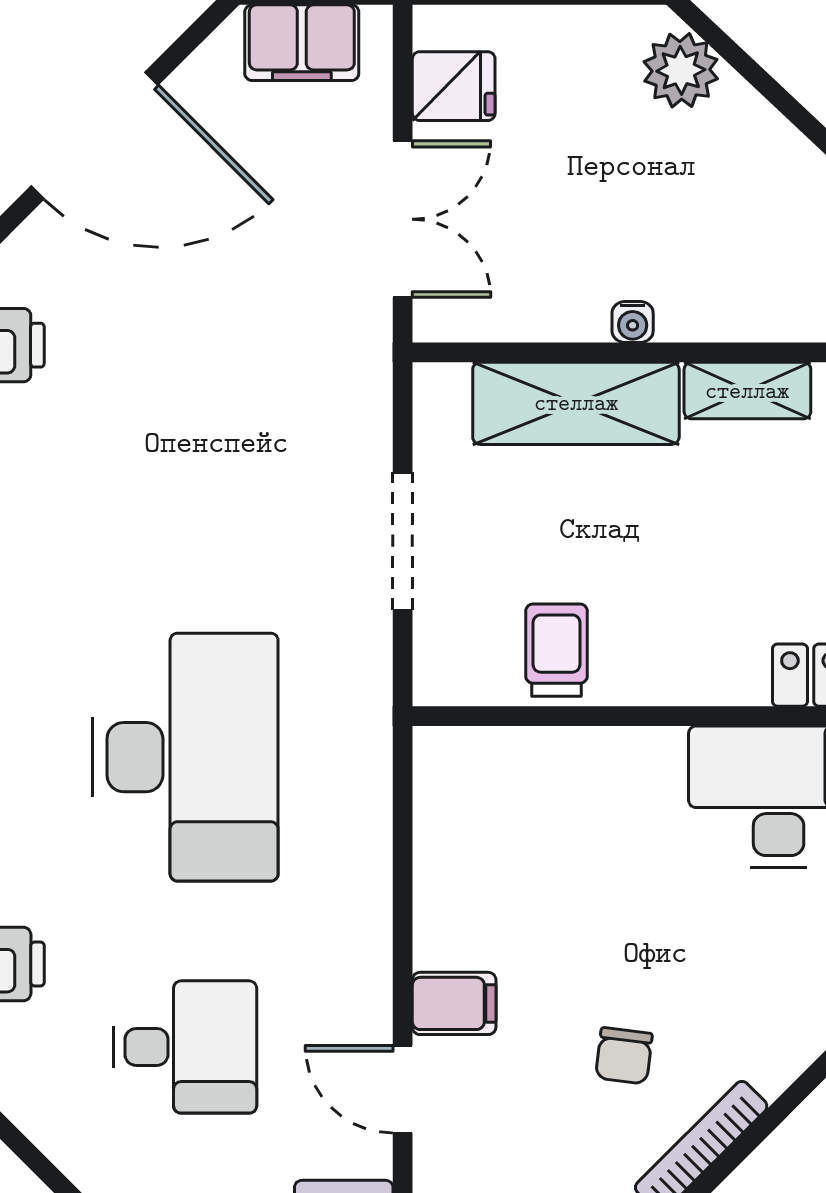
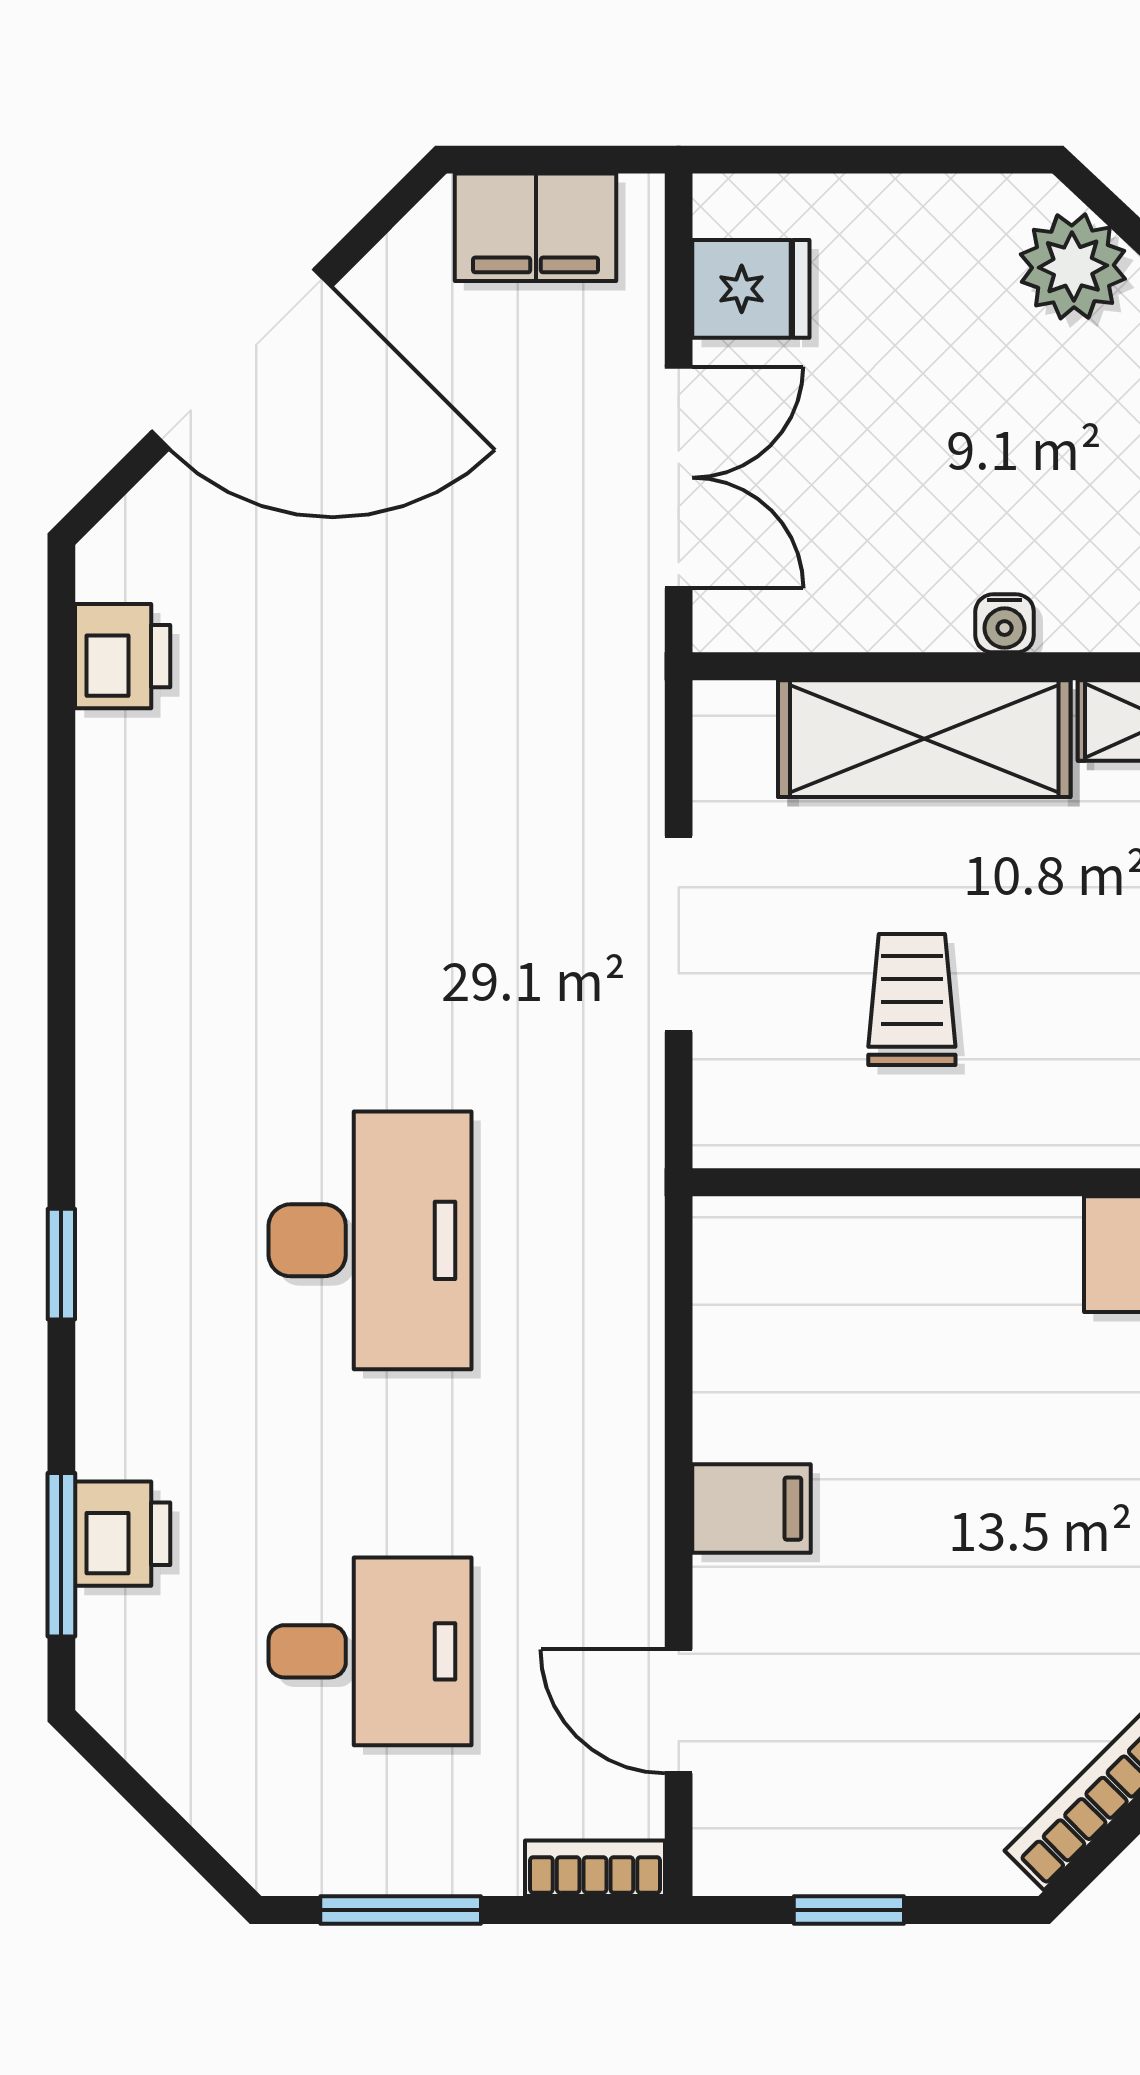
trolley: (557, 650) -> (912, 1000), moved
desk: (185, 757) -> (370, 1240), width x0.73, depth x0.77
filing cabinet: (454, 1003) -> (752, 1509), moved
chair: (624, 1056) -> (992, 1664), removed

